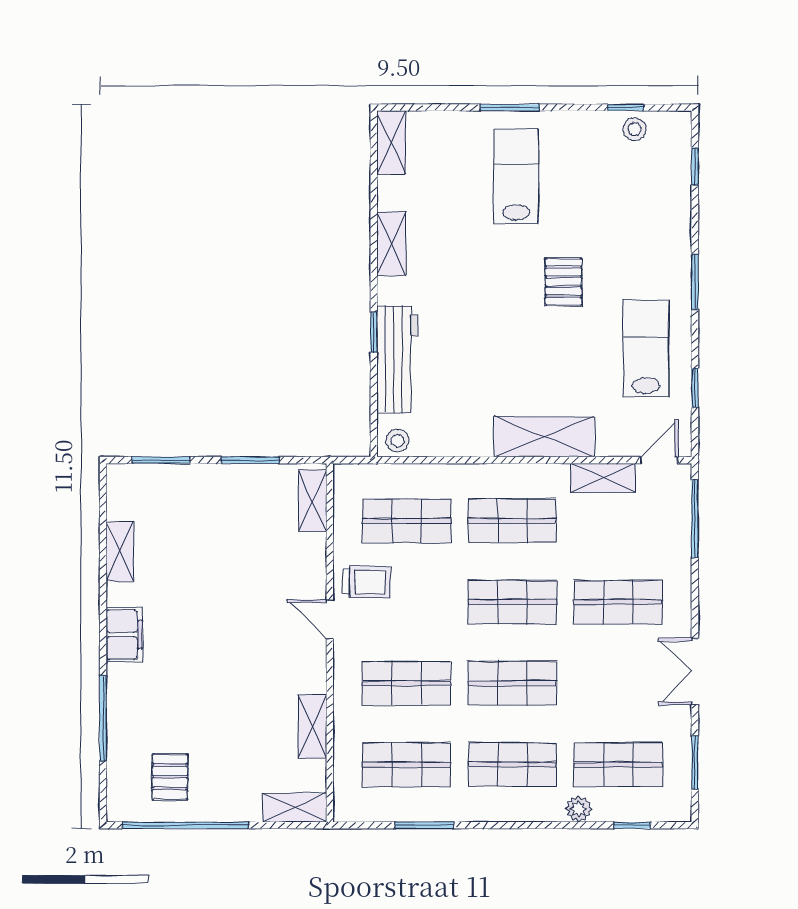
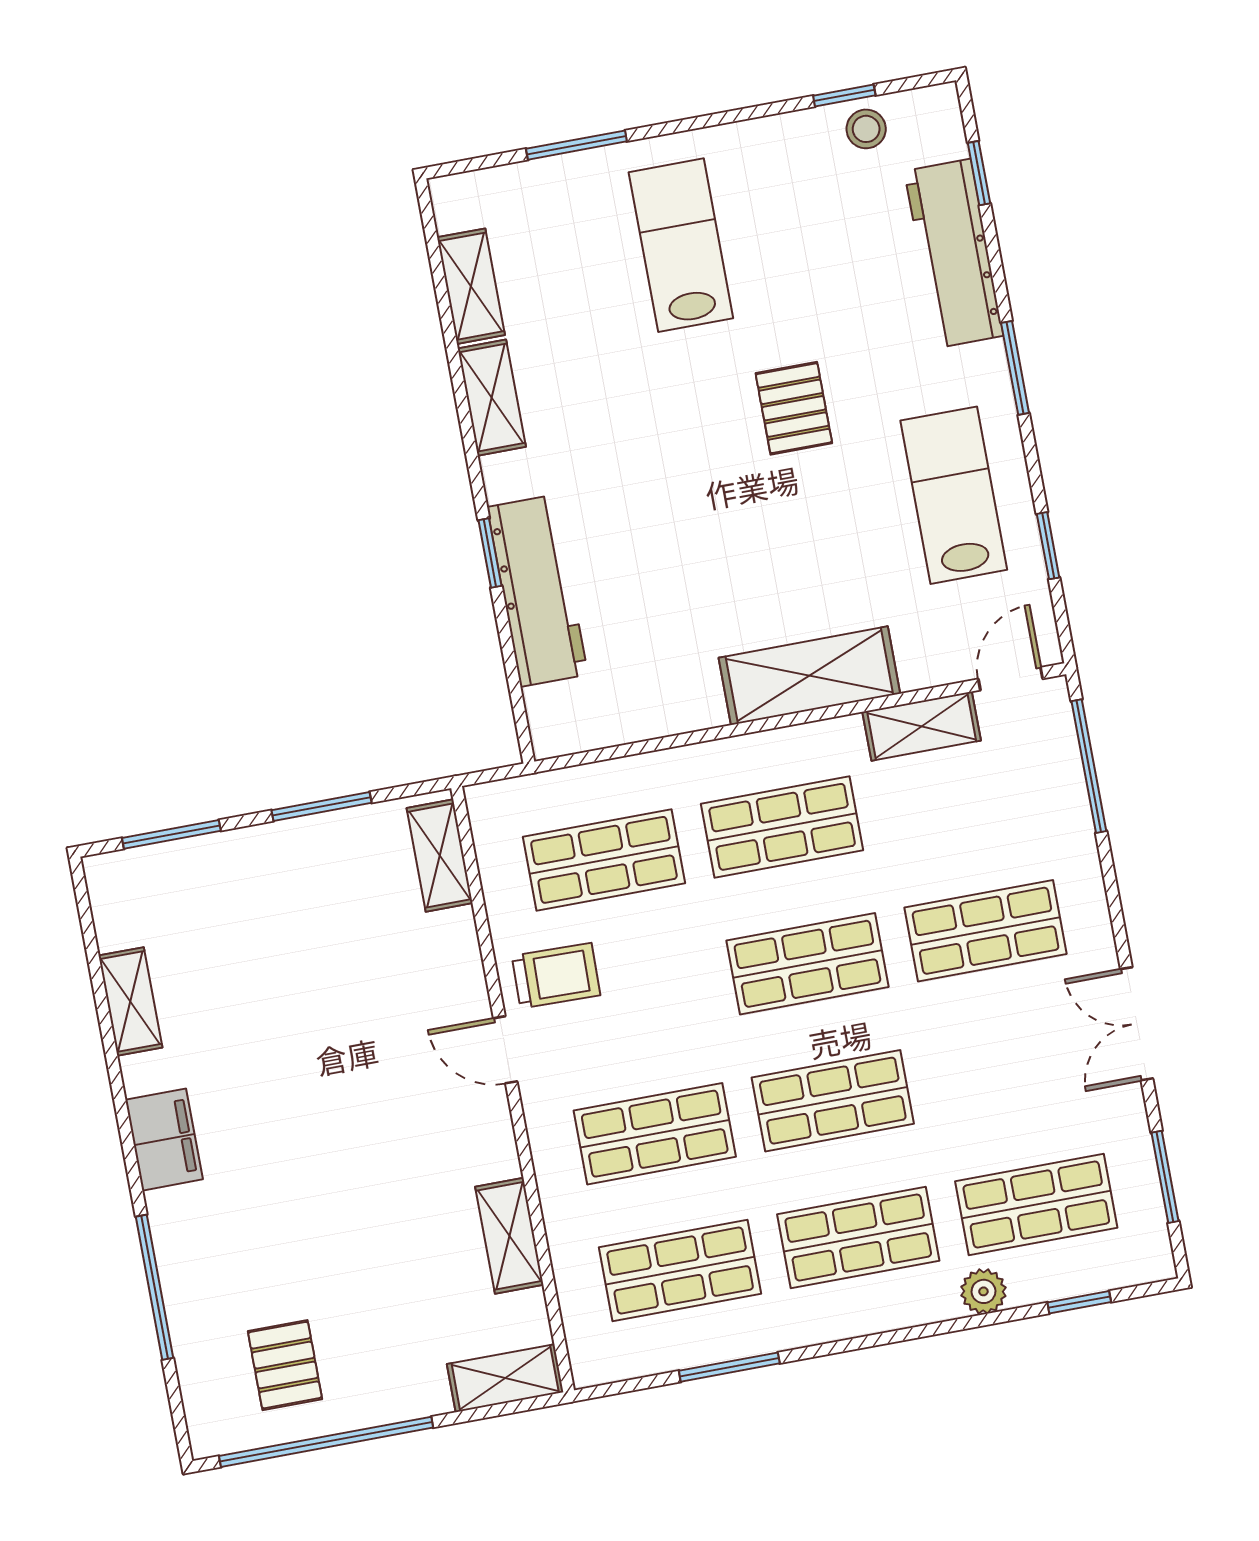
window: (510, 108) -> (576, 145), moved
shelving: (391, 142) -> (471, 286), moved
workbench: (672, 210) -> (954, 253), added
stool: (397, 441) -> (564, 728), removed

